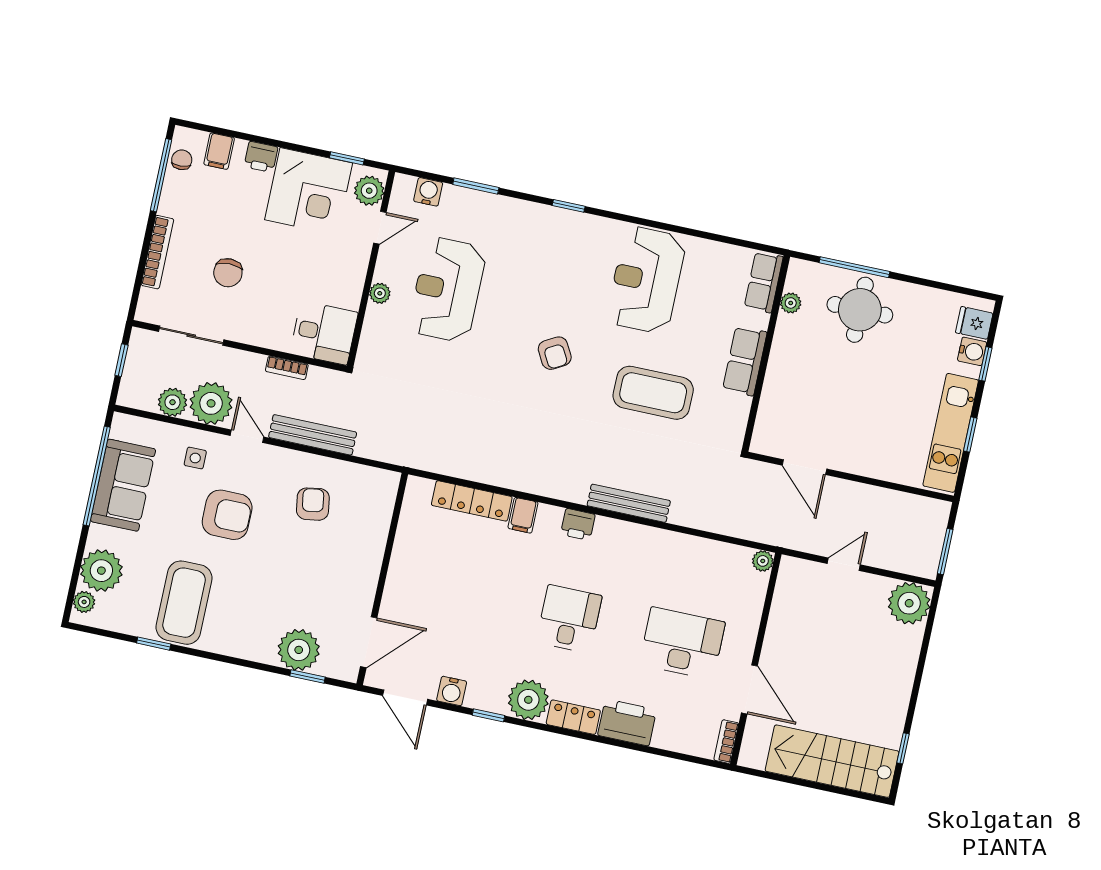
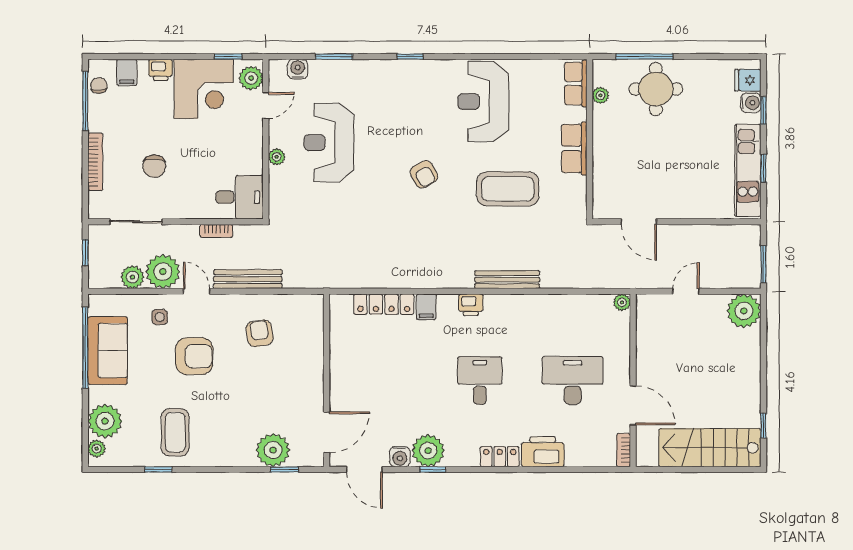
coffee table: (184, 603) -> (175, 432), width x0.73, depth x0.76
plant: (528, 700) -> (428, 451), moved

